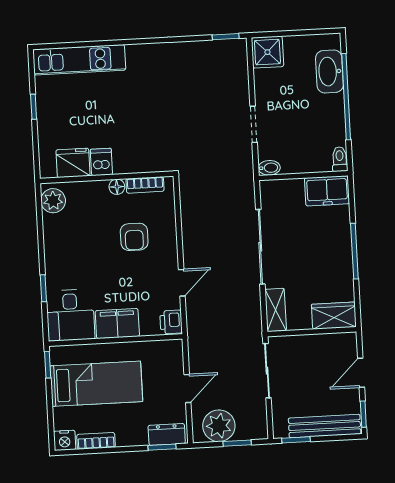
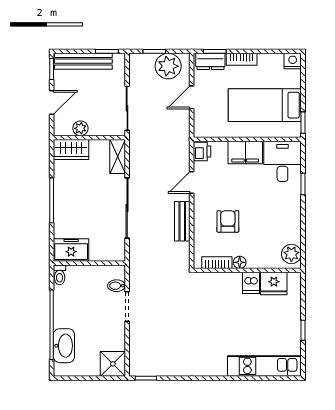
bidet: (269, 168) -> (117, 286), moved
bench: (191, 234) -> (182, 221), added
plant: (324, 343) -> (80, 128), added
bookcase: (96, 441) -> (242, 59), moved

